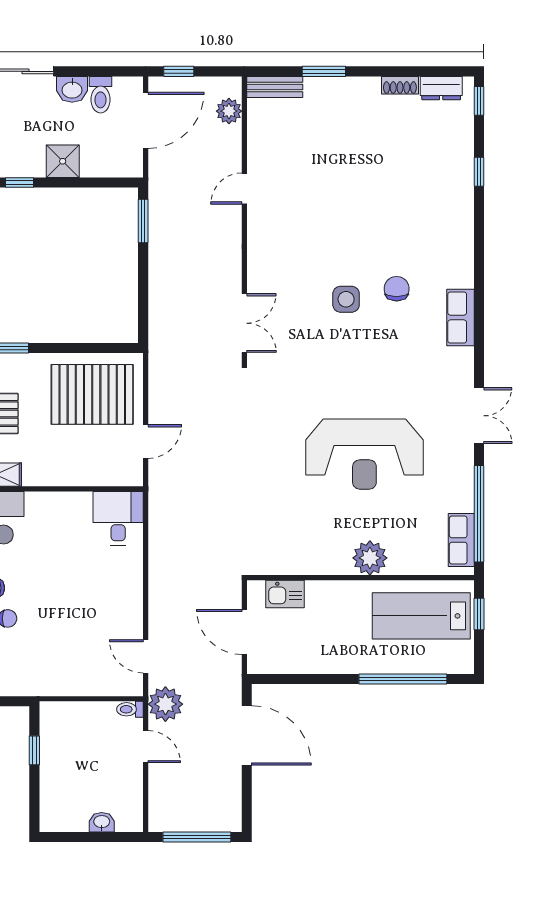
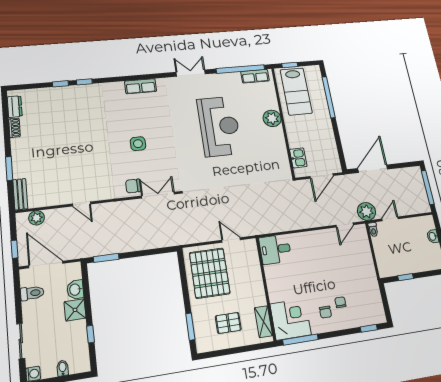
washbasin: (72, 89) -> (75, 290), moved, turned 180
window: (479, 101) -> (84, 82), moved
chair: (397, 289) -> (133, 186), moved

